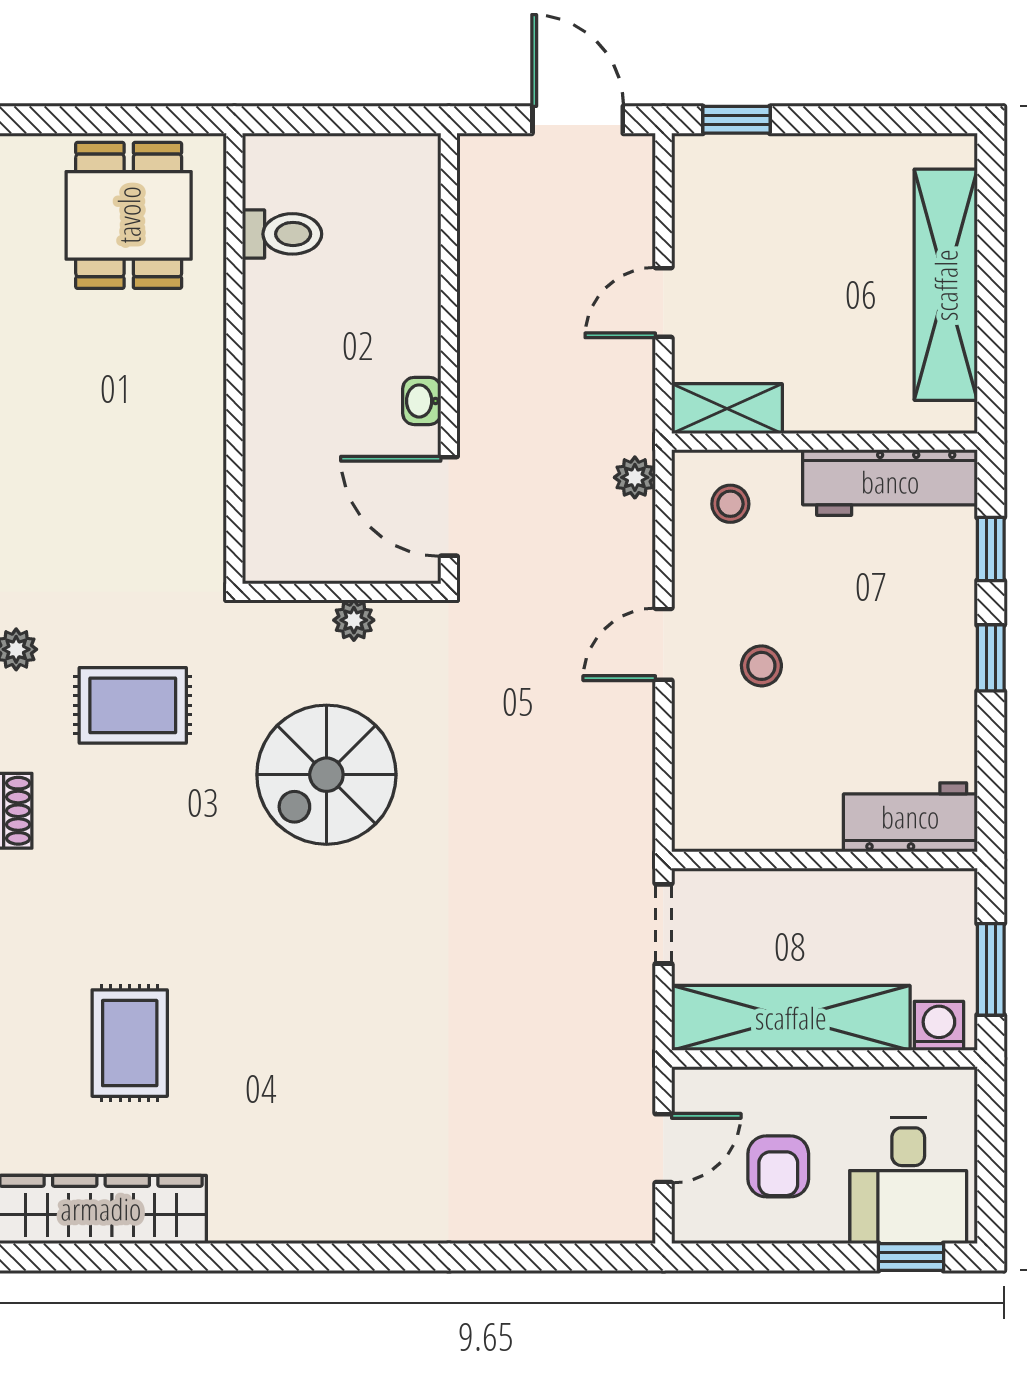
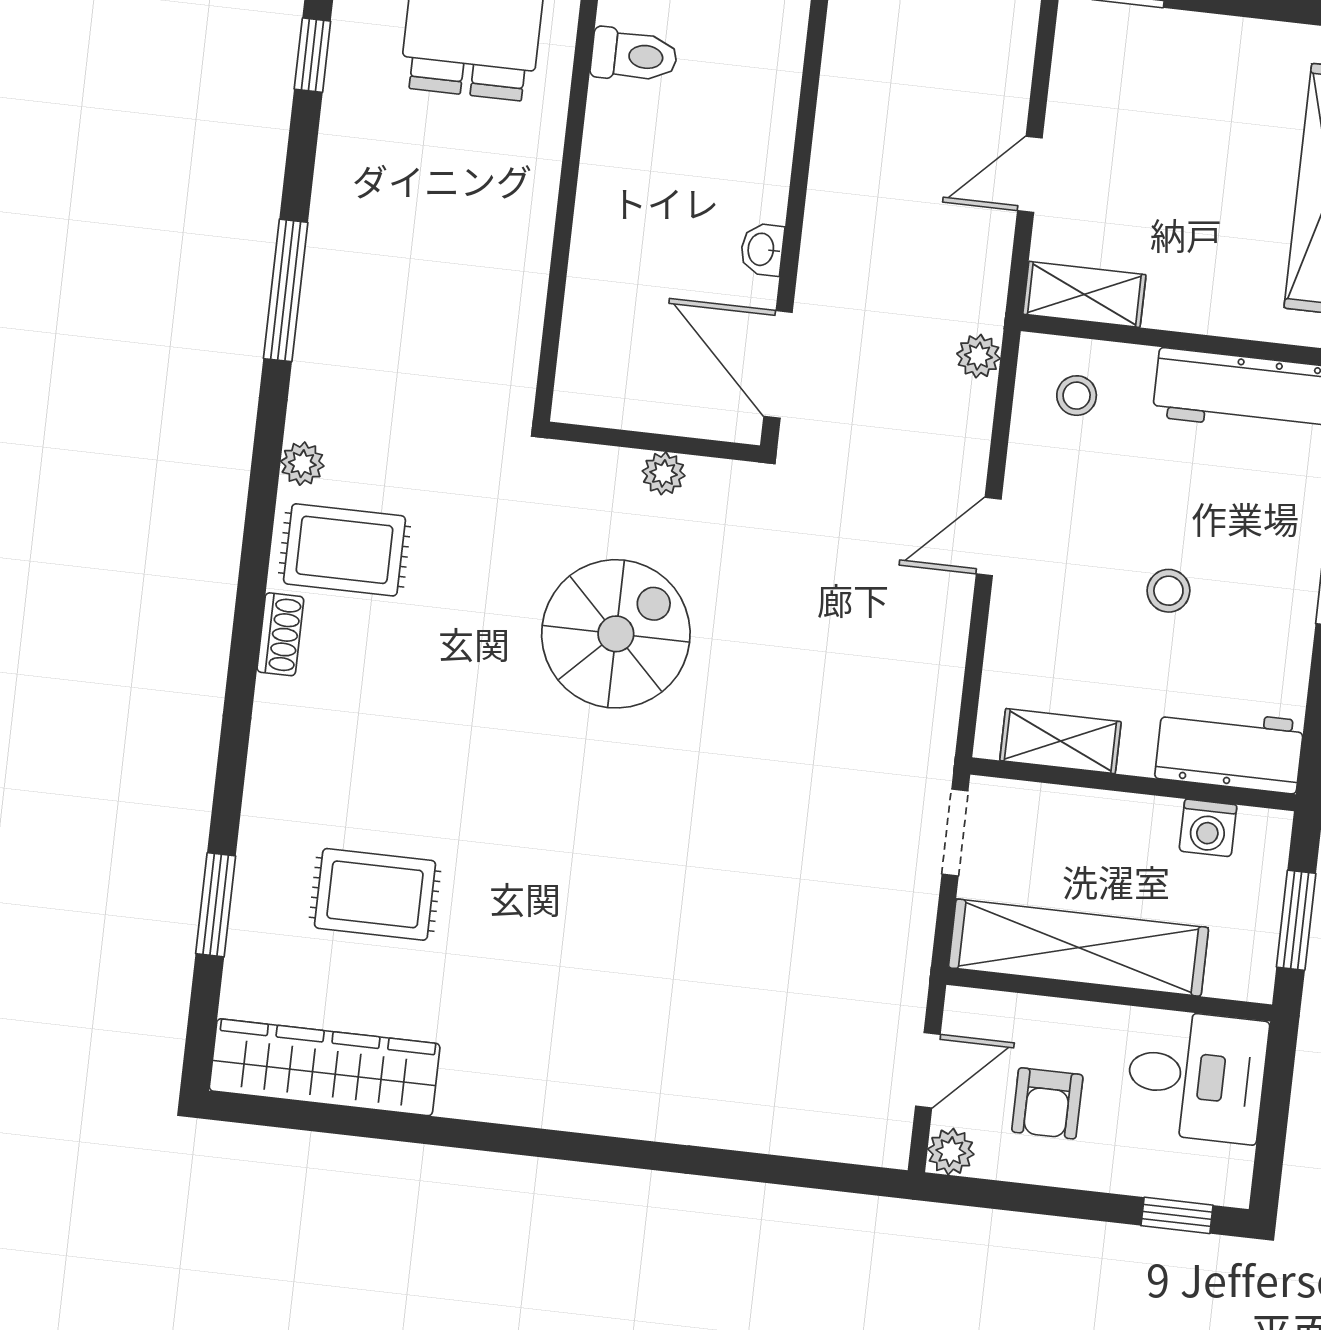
stool: (761, 666) -> (1168, 591), moved
rug: (133, 705) -> (345, 550), moved
spiral stairs: (326, 775) -> (616, 634), turned 180
shelving: (752, 827) -> (1060, 741), added
washing machine: (939, 1026) -> (1208, 828), moved, turned 180
rug: (130, 1043) -> (375, 894), turned 90
desk: (908, 1181) -> (1196, 1076), moved, turned -90
plant: (693, 1222) -> (951, 1152), added

